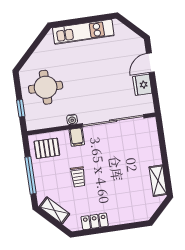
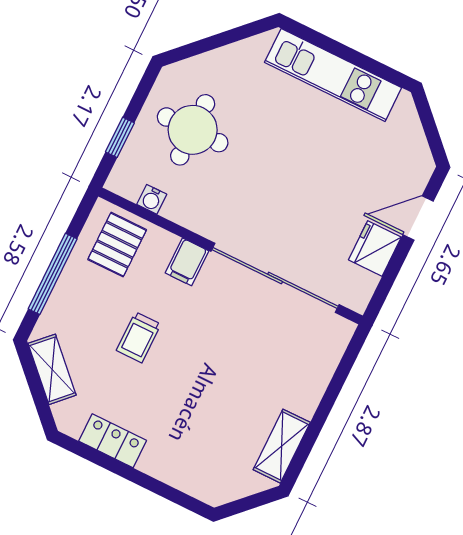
water cooler: (72, 119) -> (152, 199), moved
pallet: (47, 148) -> (117, 245), turned 90

